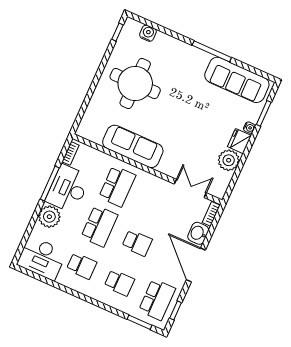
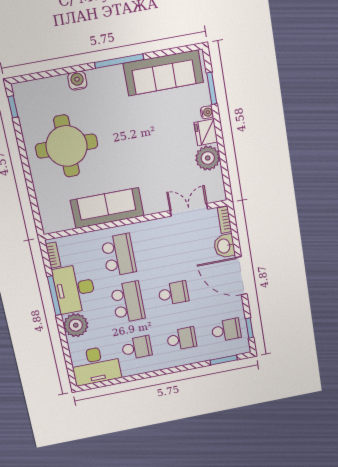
water cooler: (148, 33) -> (77, 81), moved
school desk: (157, 300) -> (226, 330), width x0.54

